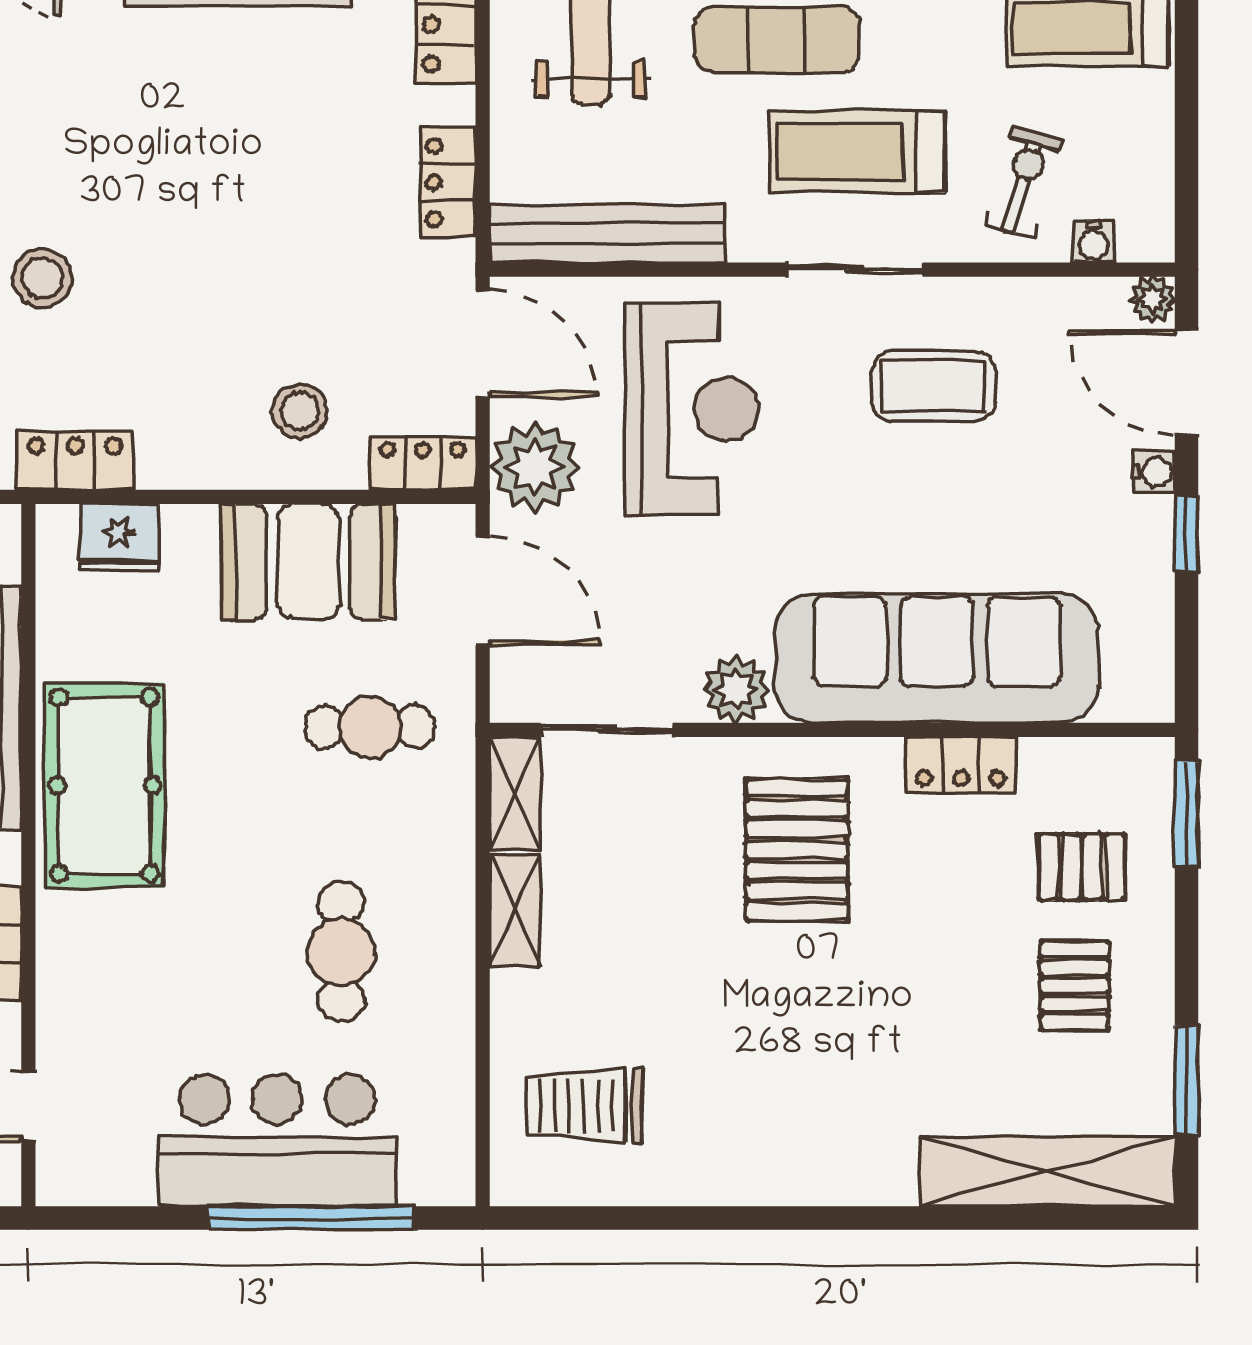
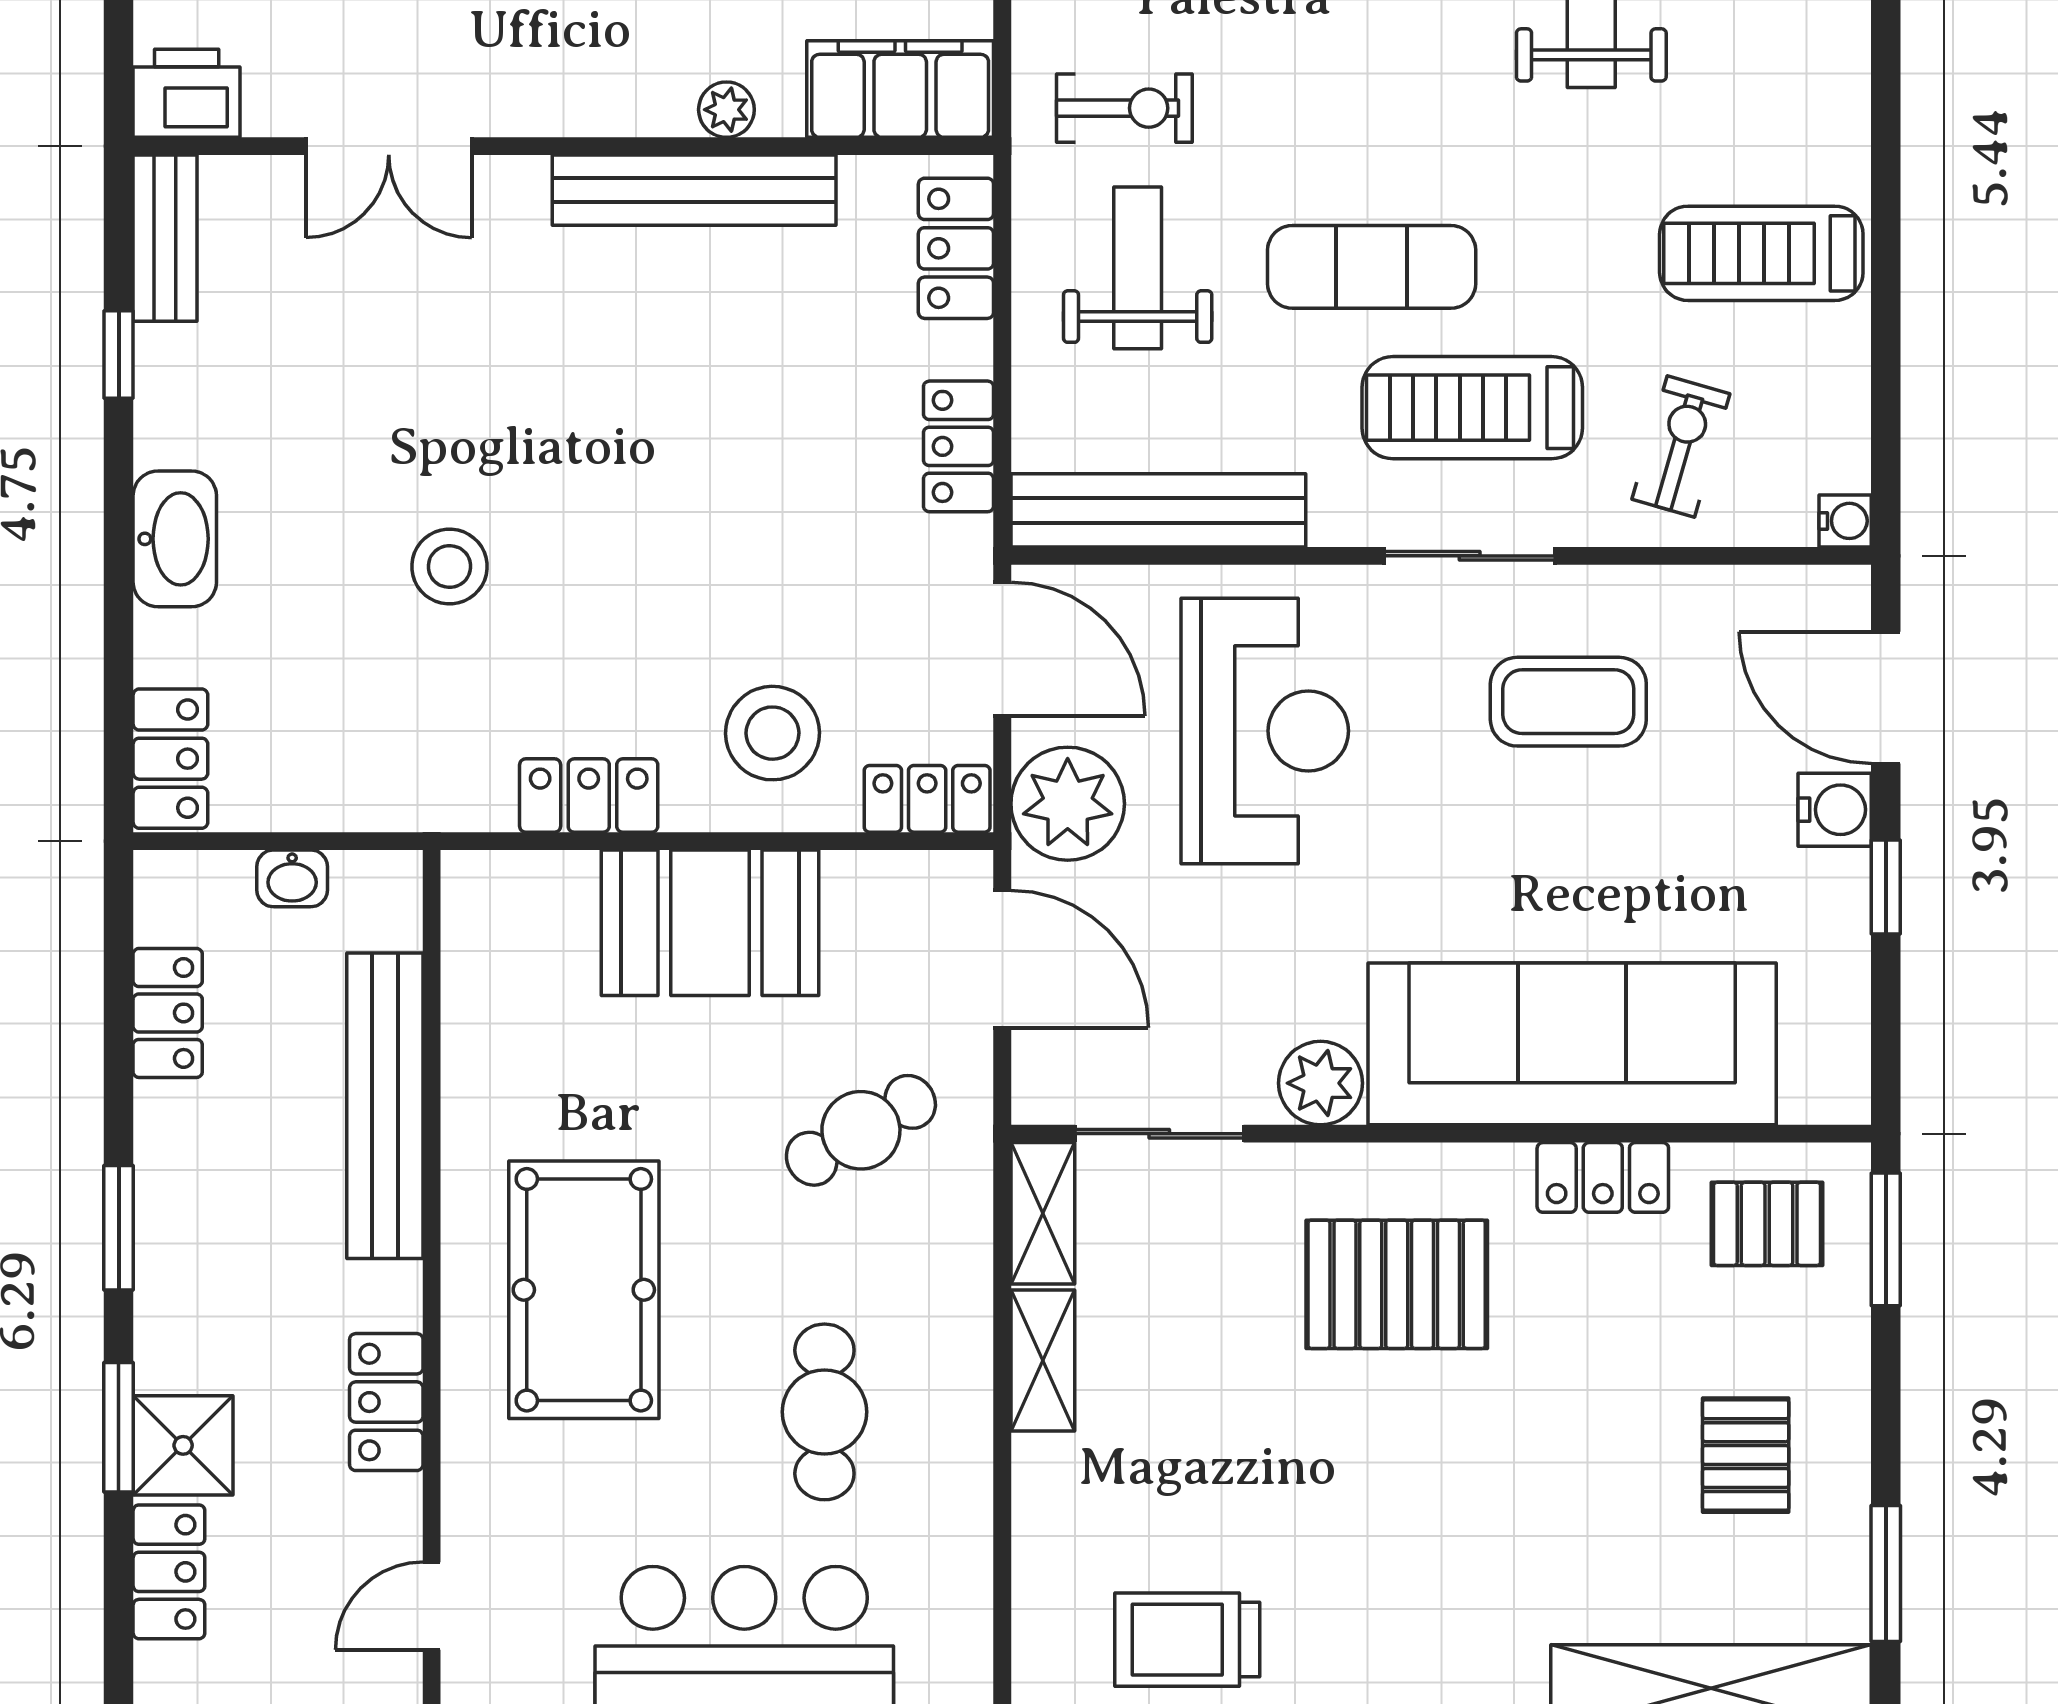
water cooler: (1094, 242) -> (1845, 521), moved, turned -90
plant: (1152, 299) -> (1843, 593), removed
stool: (300, 411) -> (772, 733), width x1.38, depth x1.38
locker: (75, 460) -> (589, 795), moved
water cooler: (1154, 472) -> (1835, 810), width x1.38, depth x1.38
fridge: (119, 538) -> (546, 893), removed
booth: (308, 562) -> (710, 923), moved
cafe table: (370, 727) -> (861, 1130), turned -30
pool table: (105, 785) -> (584, 1290), moved
pallet: (797, 850) -> (1397, 1284), turned 90
pallet: (1082, 867) -> (1767, 1224), moved
trolley: (584, 1106) -> (1187, 1640), moved

